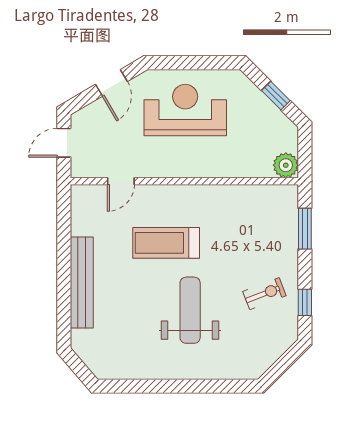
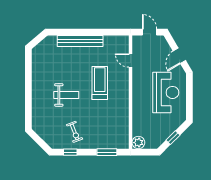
door: (111, 83) -> (179, 56), hinge flipped
weight bench: (190, 310) -> (66, 95), width x0.73, depth x0.75

